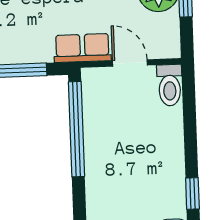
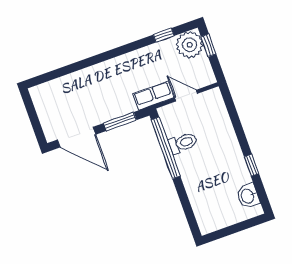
toilet: (170, 85) -> (183, 143), moved, turned -90

